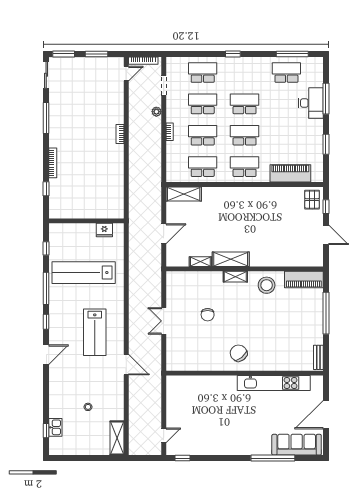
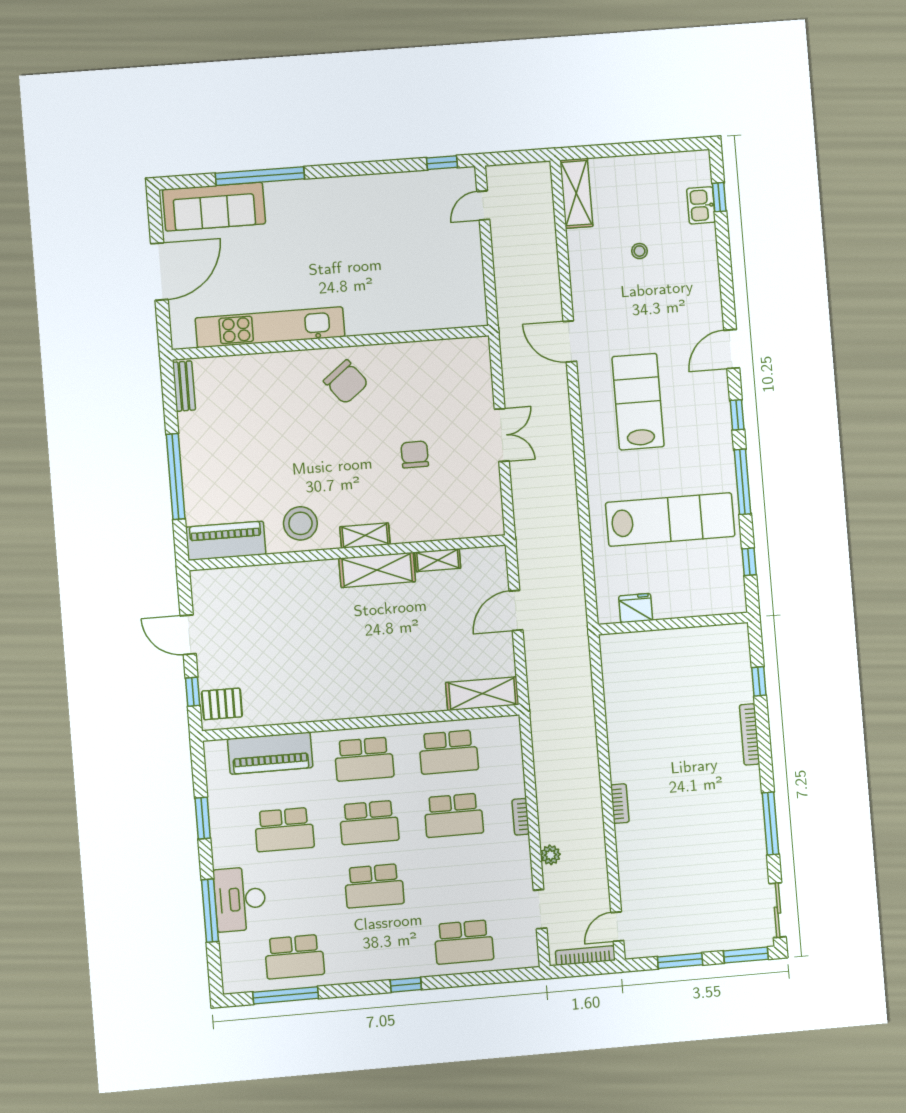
school desk: (203, 104) -> (284, 830), moved
pallet: (312, 200) -> (222, 704), turned 90

